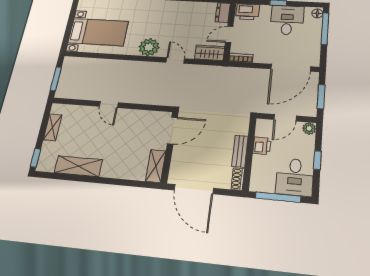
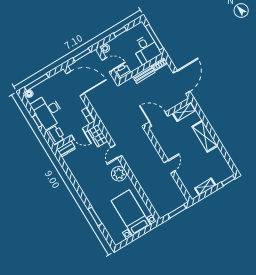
desk: (287, 20) -> (48, 111), width x1.37
printer: (262, 146) -> (123, 71), moved
shelving: (78, 166) -> (205, 136), moved
desk: (295, 177) -> (146, 49), moved, turned 90

